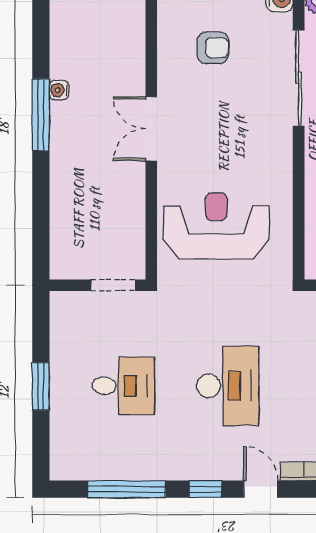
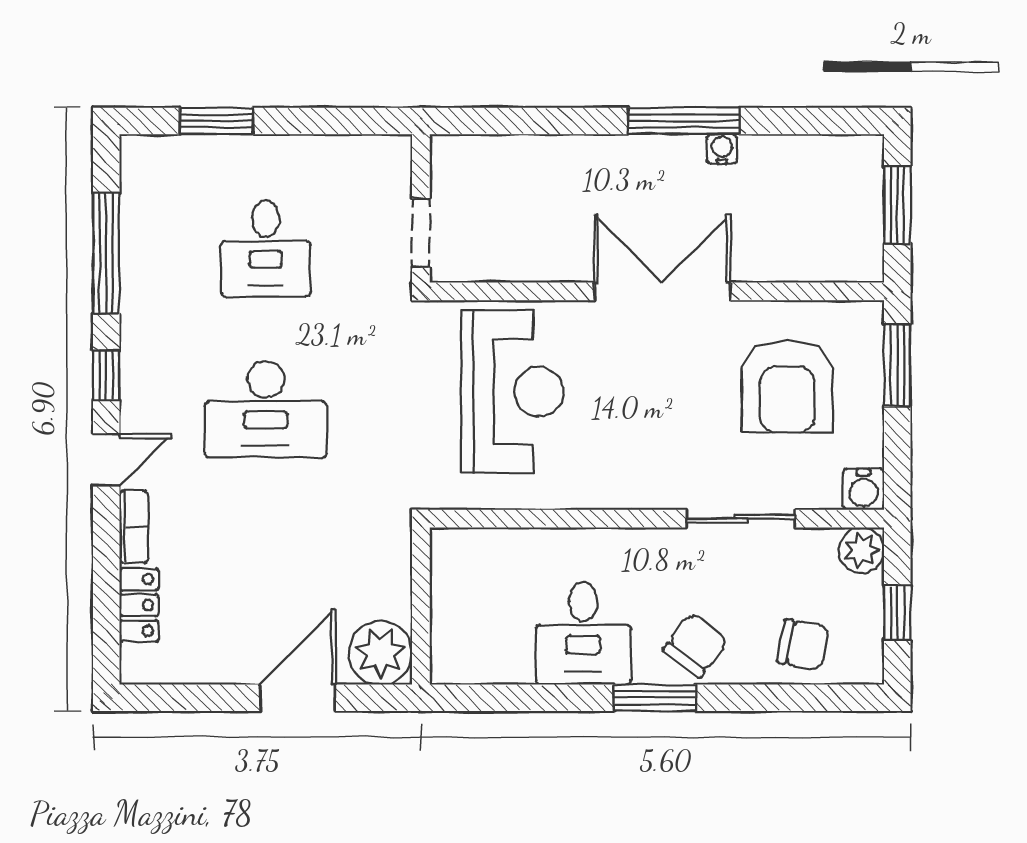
armchair: (213, 48) -> (787, 387), width x1.88, depth x1.88
sliding door: (299, 78) -> (741, 519), width x0.73
double door: (151, 129) -> (662, 291), width x1.37
window: (41, 386) -> (216, 121), moved

